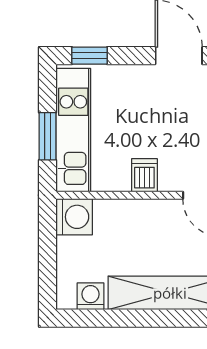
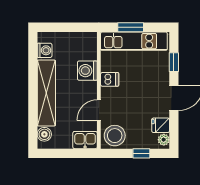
window: (89, 56) -> (174, 62), moved
washing machine: (74, 217) -> (87, 71), moved, turned 90

